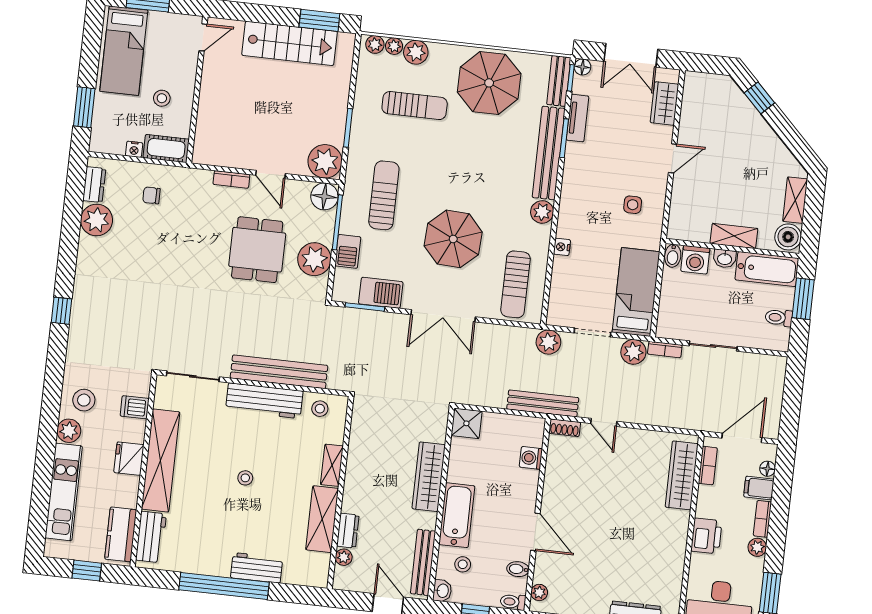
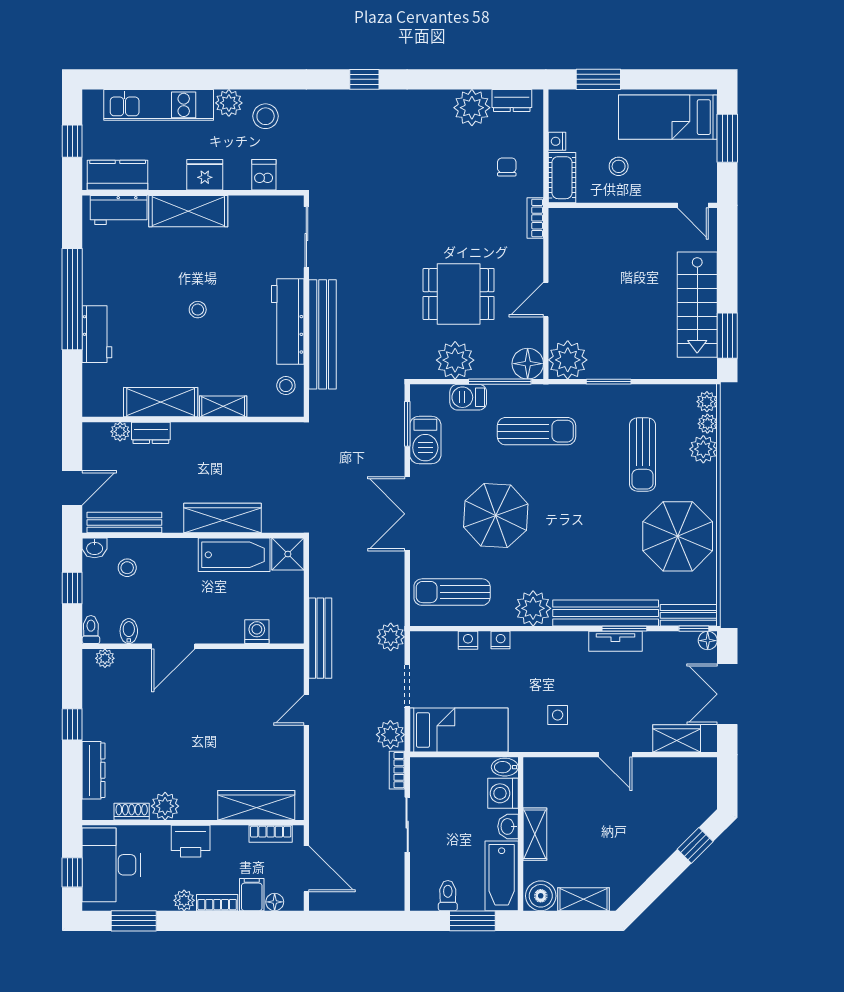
tv unit: (577, 118) -> (615, 641), moved
bookcase: (231, 179) -> (535, 218), moved
plant: (542, 212) -> (533, 608), width x1.36, depth x1.36
nightstand: (559, 275) -> (468, 640), added
shoe rack: (565, 428) -> (132, 812), moved, turned 90
shelving: (161, 460) -> (188, 211), width x0.68
bathtub: (457, 515) -> (234, 555), moved
plant: (674, 555) -> (165, 806), added

